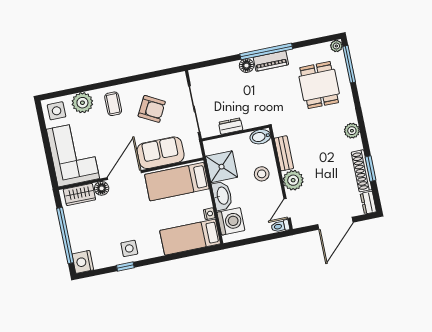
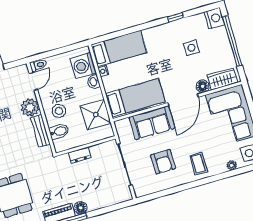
plant: (82, 103) -> (232, 165), width x0.53, depth x0.53
armchair: (152, 109) -> (163, 162), turned -118
dresser: (231, 126) -> (80, 155), moved
bidet: (260, 137) -> (59, 132), moved
washbasin: (222, 196) -> (94, 82), width x0.52, depth x0.69
side table: (129, 248) -> (191, 48), moved

